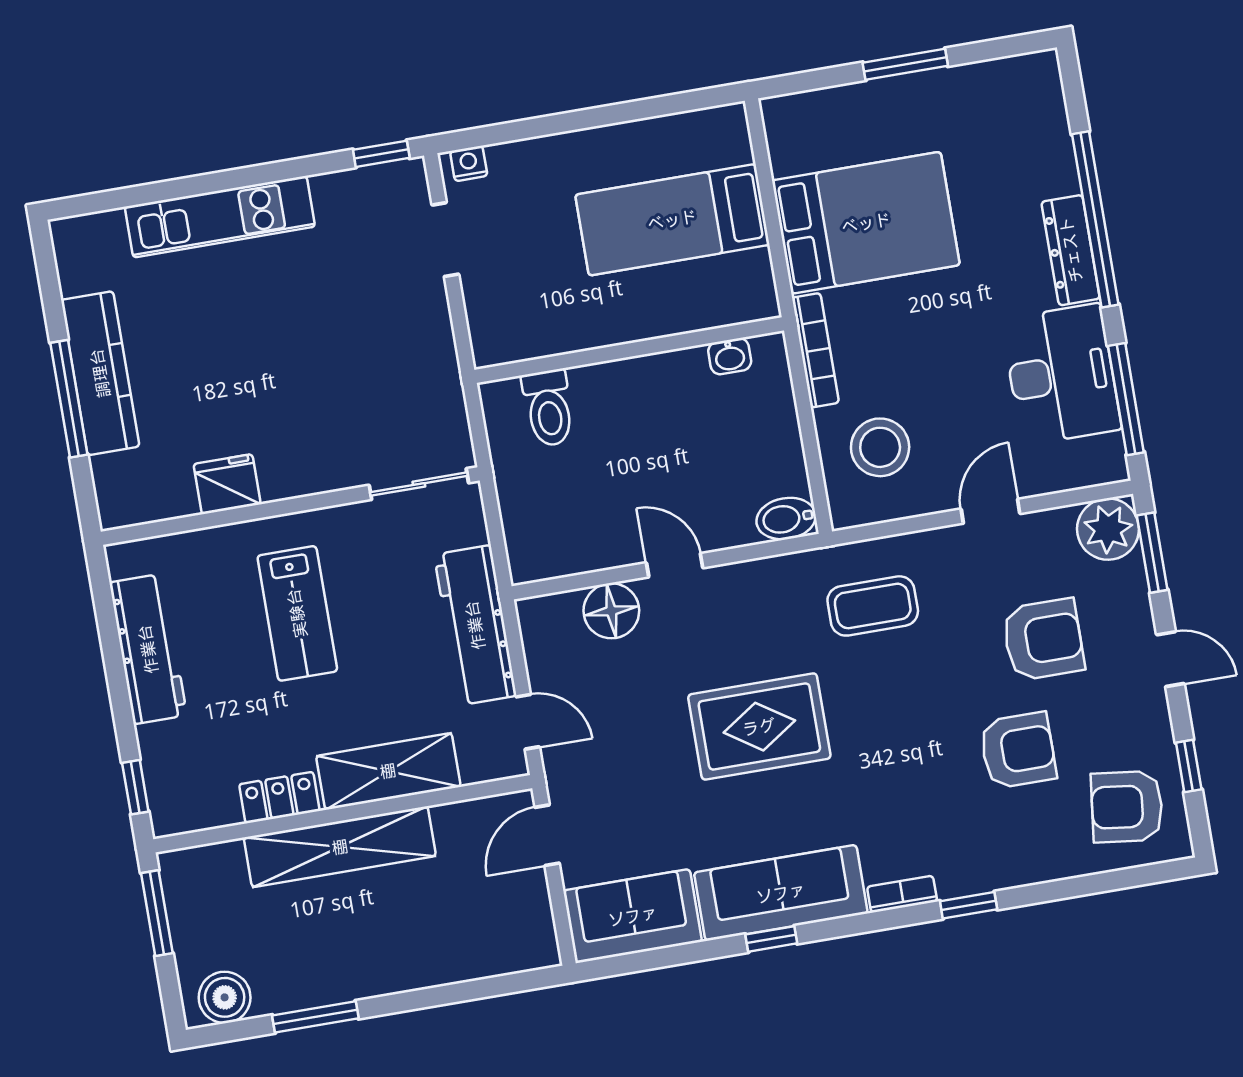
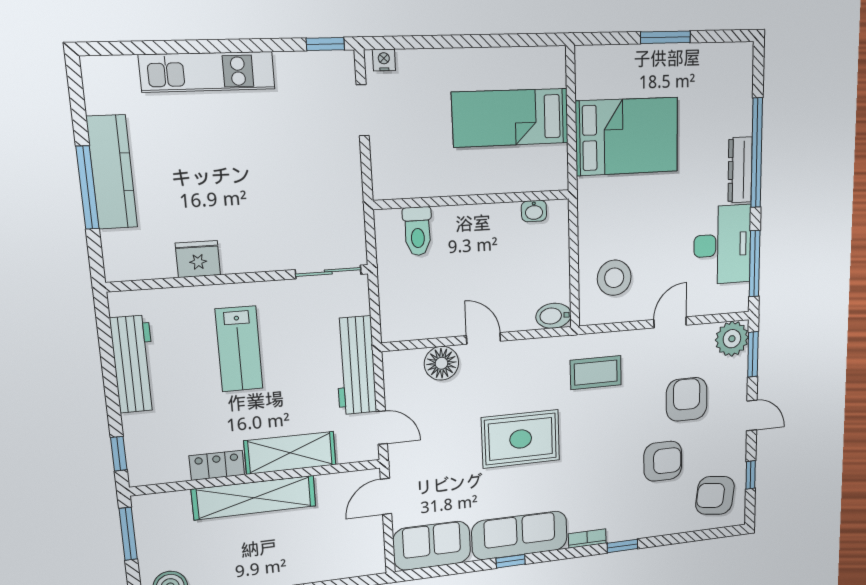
bookcase: (815, 350) -> (586, 213), removed
armchair: (1043, 640) -> (687, 399), turned -90

